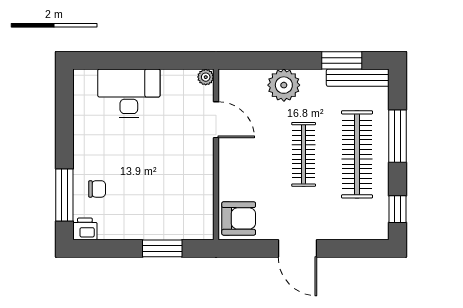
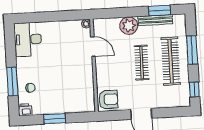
bench: (358, 78) -> (155, 20), moved
desk: (129, 93) -> (28, 39), moved, turned -90
window: (64, 195) -> (12, 82), moved
window: (162, 248) -> (55, 119), moved

